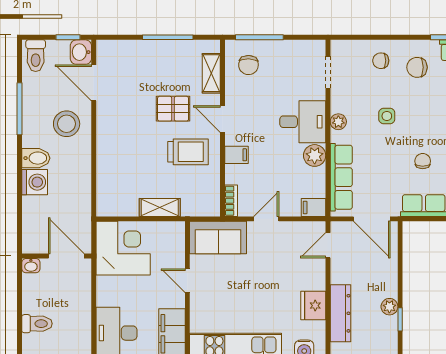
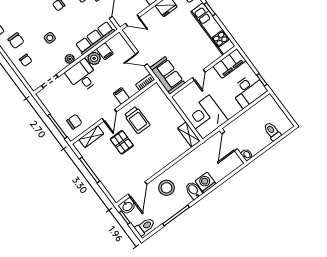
trolley: (188, 152) -> (137, 120), turned 180
shelving: (160, 207) -> (189, 135), moved
filing cabinet: (314, 207) -> (105, 51), moved

